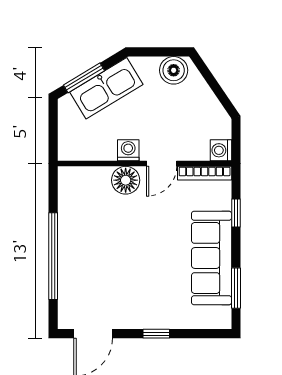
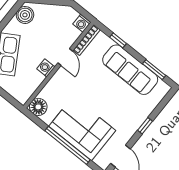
floor lamp: (126, 180) -> (38, 107), moved
corner sofa: (89, 257) -> (82, 128), added

